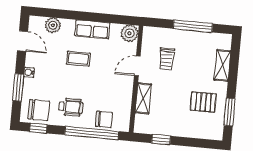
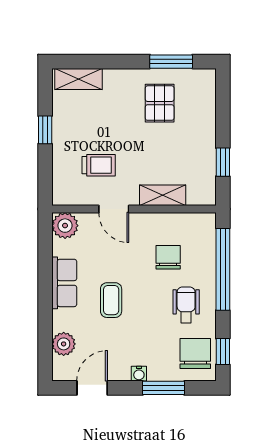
window: (193, 26) -> (45, 130), width x0.46
shelving: (222, 65) -> (79, 79), moved
chair: (104, 119) -> (168, 257), moved

